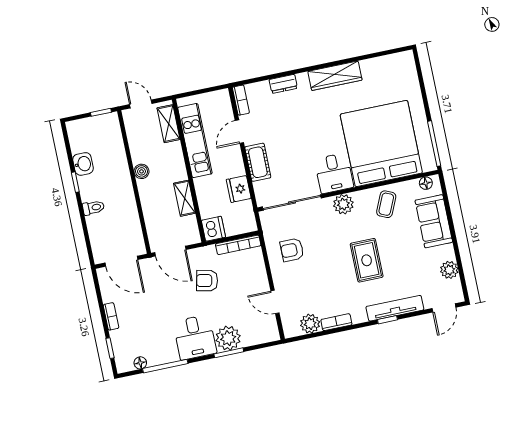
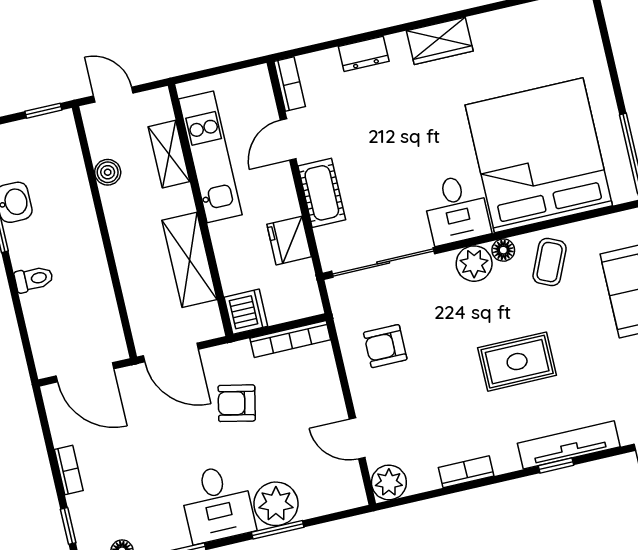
wardrobe: (335, 76) -> (440, 41), width x0.67
shelving: (169, 124) -> (169, 154), moved
boiler: (142, 171) -> (108, 172), moved
floor lamp: (426, 183) -> (503, 250), moved
shelving: (185, 198) -> (190, 260), width x1.50, depth x1.33
rug: (367, 260) -> (517, 362), turned 90
plant: (310, 324) -> (389, 482), moved

